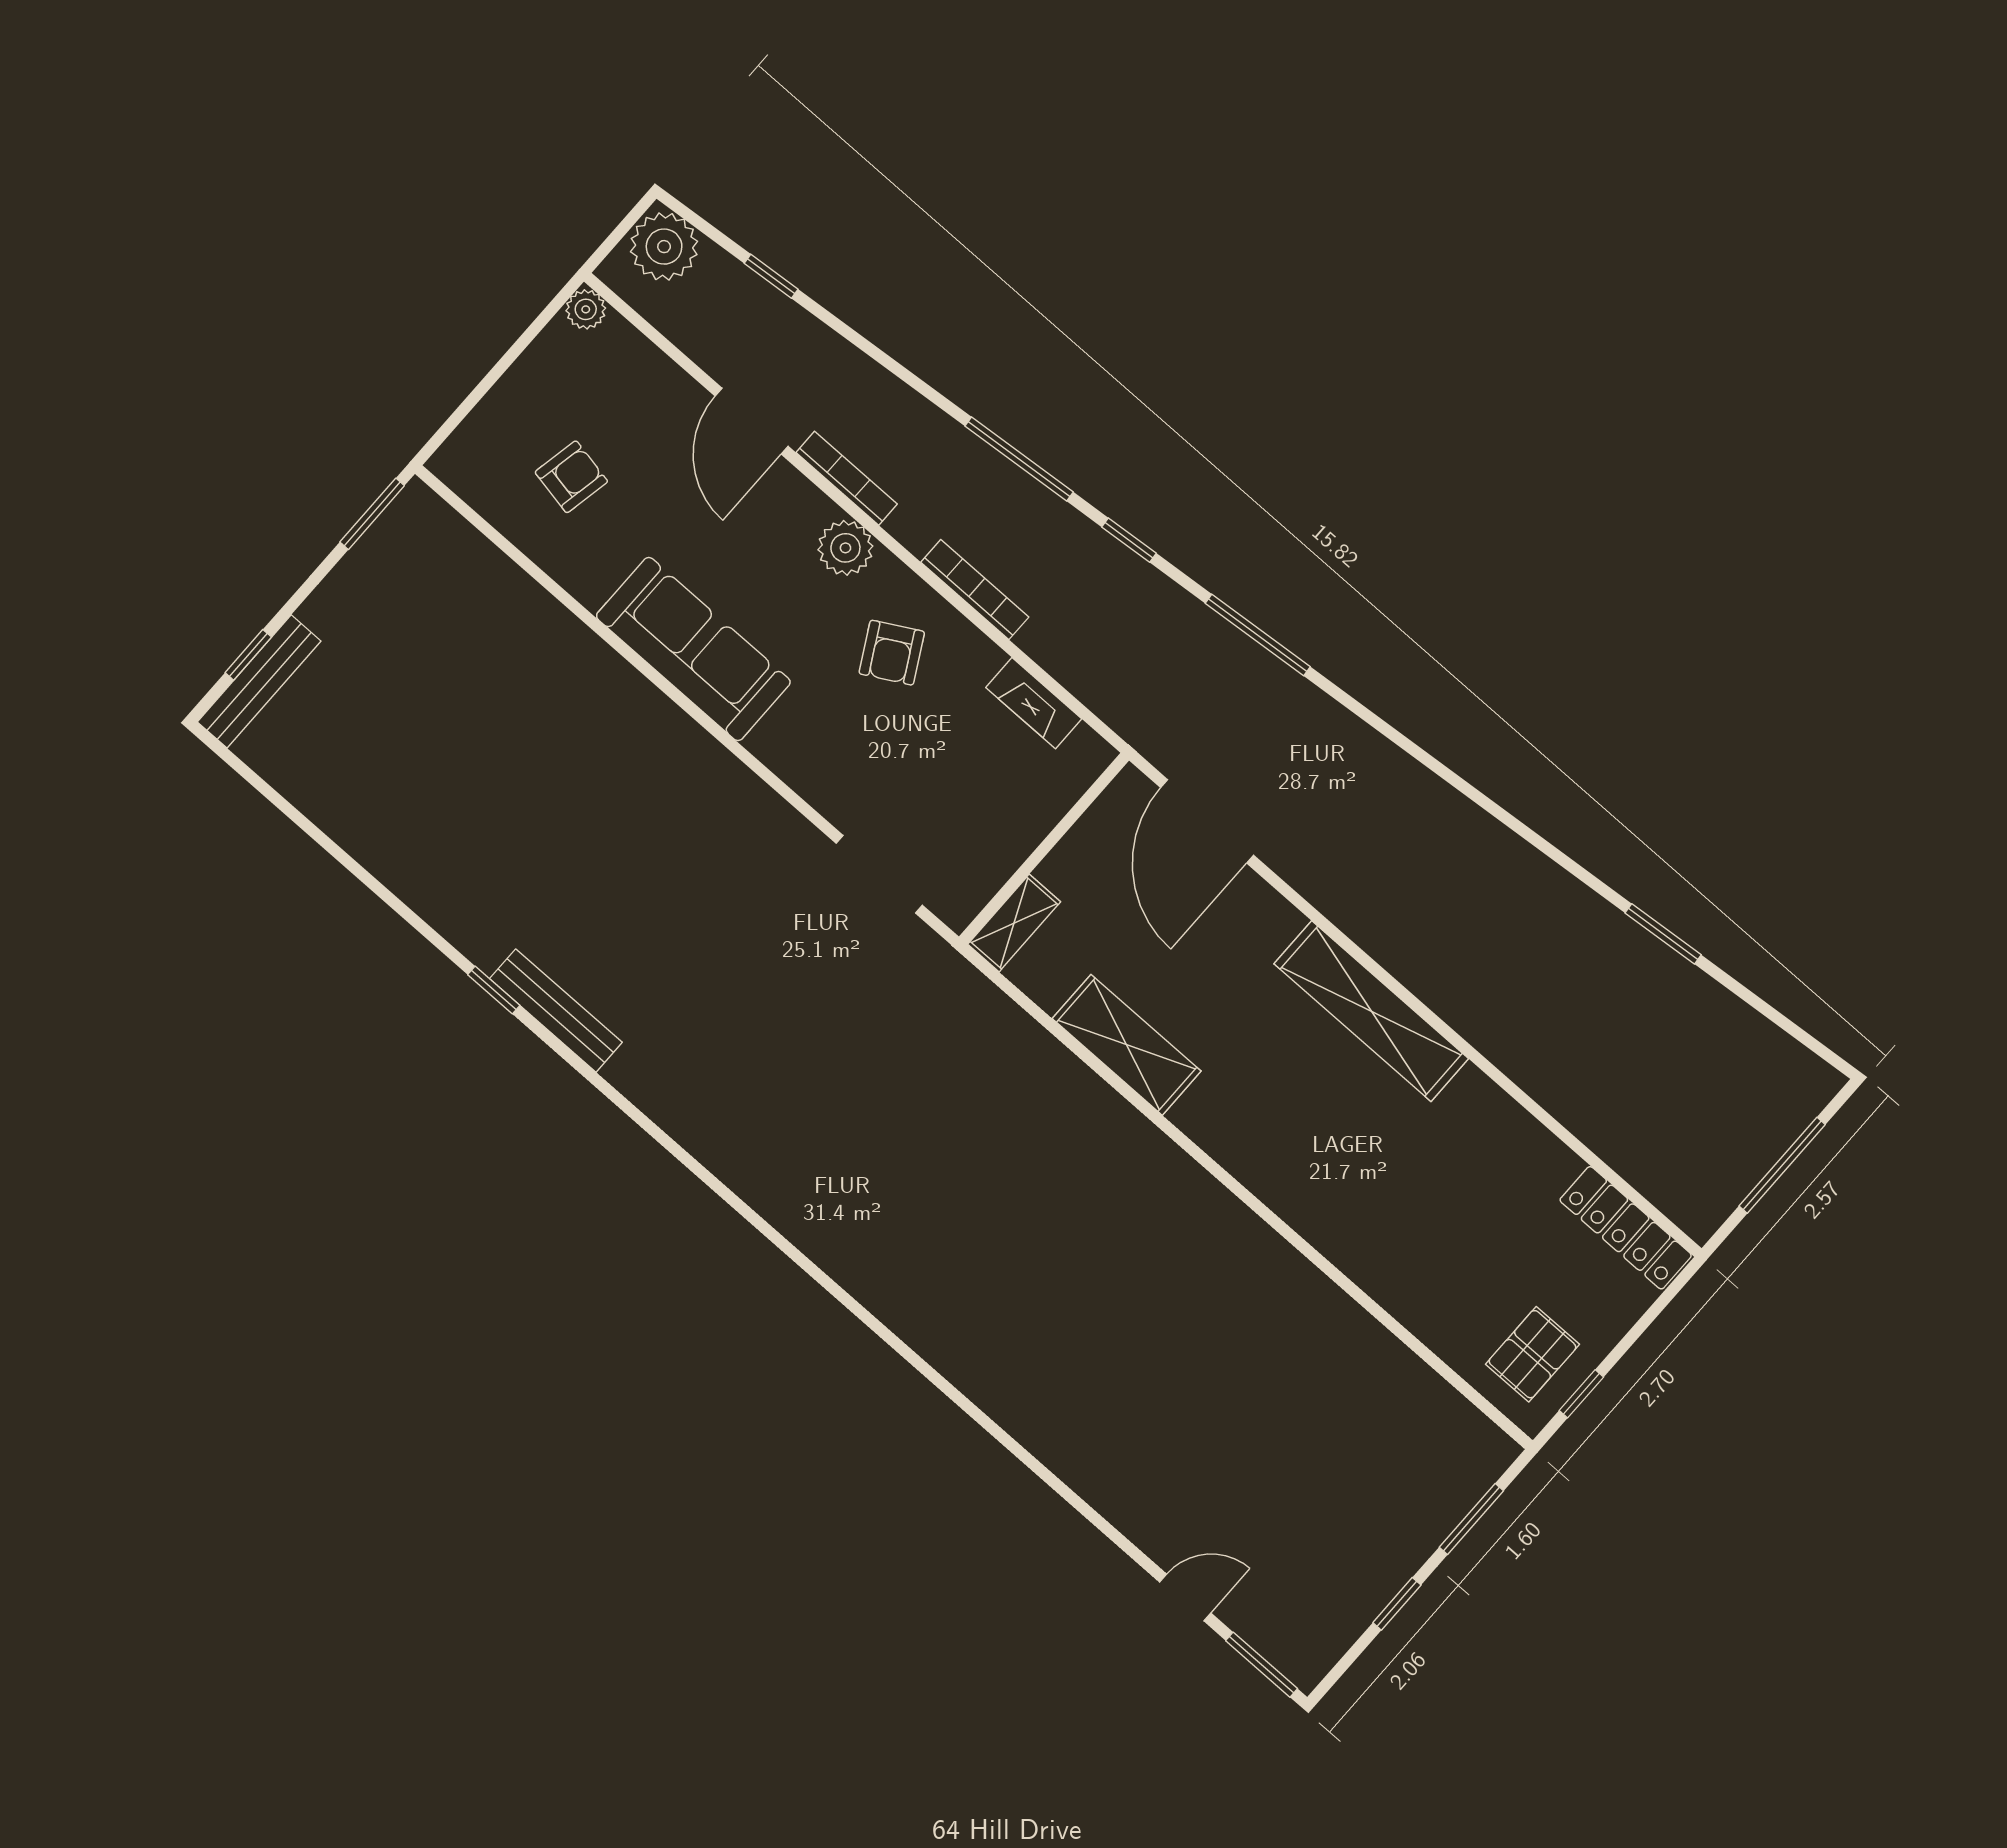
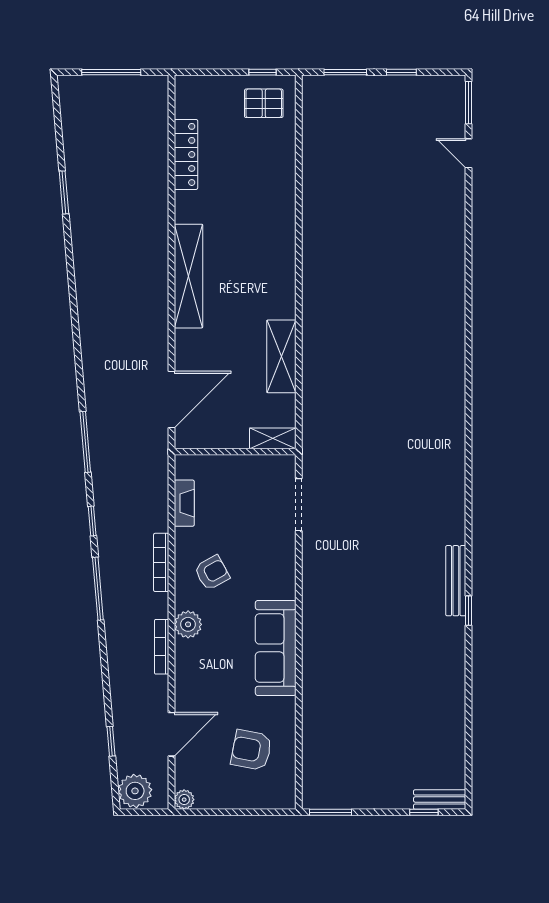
door: (752, 421) -> (171, 734), moved
armchair: (571, 477) -> (251, 750), width x1.38, depth x1.38
bench: (259, 681) -> (440, 800), width x0.73
locker: (1626, 1228) -> (186, 154), moved

